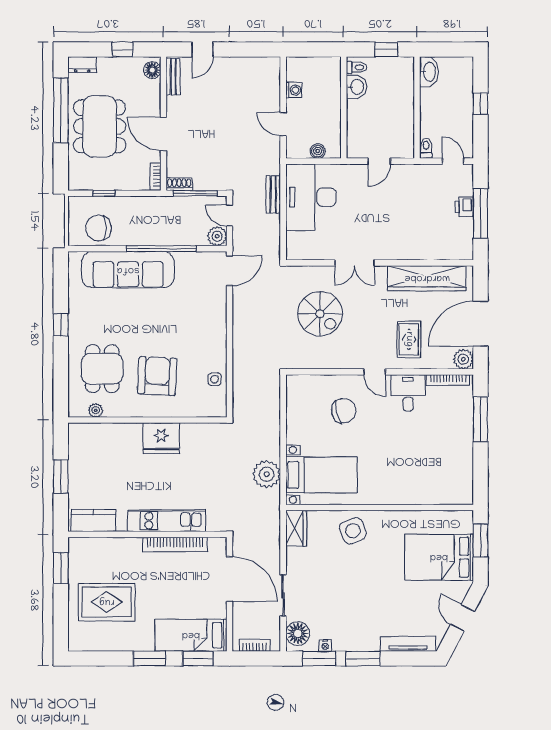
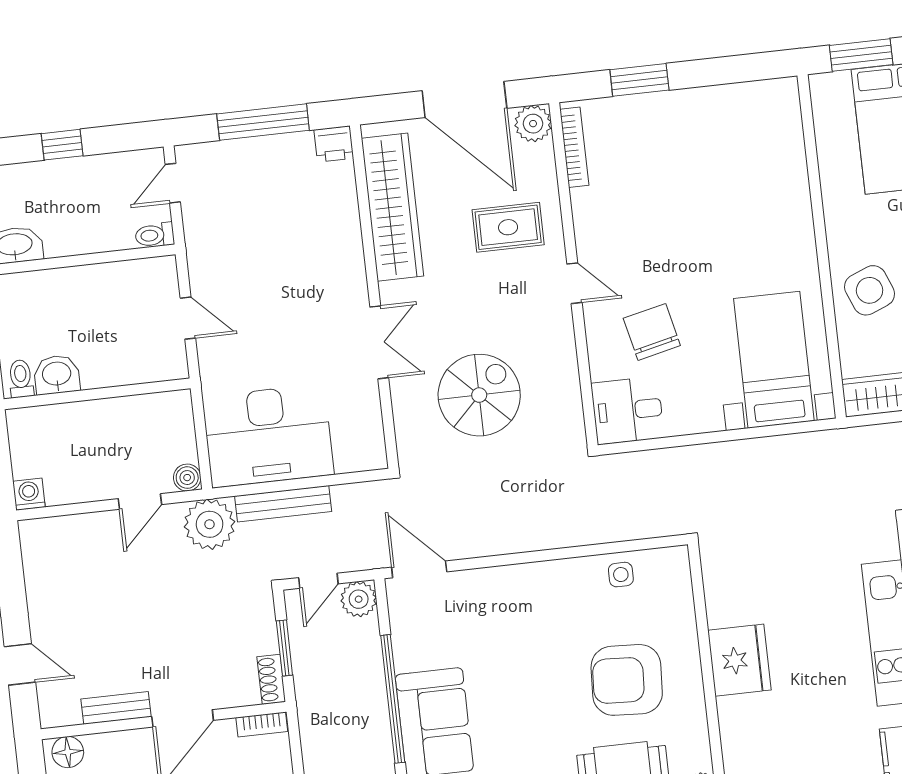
bench: (173, 77) -> (116, 708), moved
washing machine: (294, 90) -> (29, 494), moved
boiler: (318, 151) -> (187, 478), moved
window: (195, 193) -> (284, 648), width x0.69
bench: (273, 194) -> (283, 504), width x1.36
printer: (464, 207) -> (334, 144), moved
door: (375, 372) -> (574, 283), hinge flipped
desk: (408, 393) -> (628, 410), moved
window: (480, 419) -> (639, 80), width x0.69
plant: (267, 474) -> (210, 524), moved

